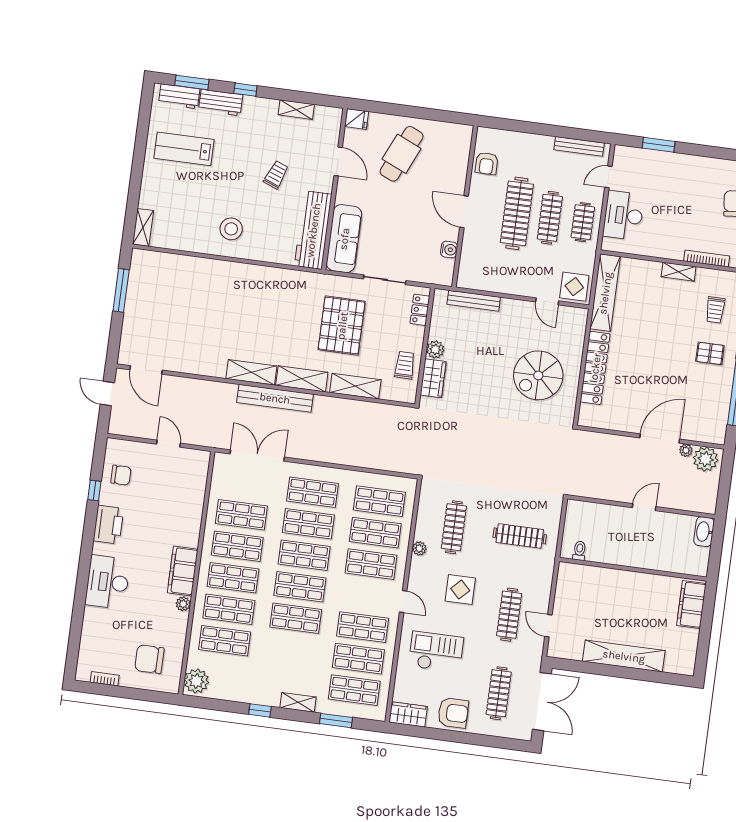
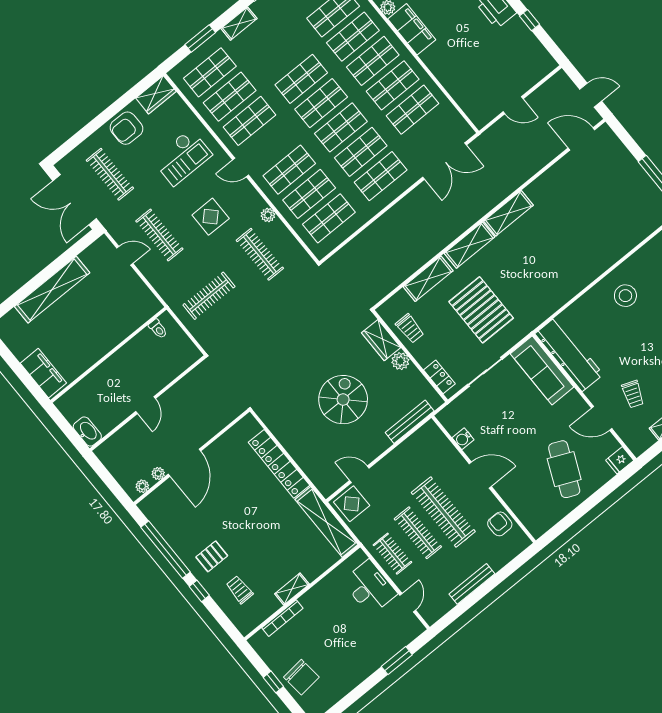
bench: (579, 146) -> (472, 584), moved
trolley: (276, 175) -> (633, 394), moved
spiral stairs: (538, 375) -> (343, 400), moved
bench: (275, 398) -> (474, 213), removed
plant: (706, 459) -> (142, 486), width x0.53, depth x0.53
chair: (121, 475) -> (523, 50), removed

